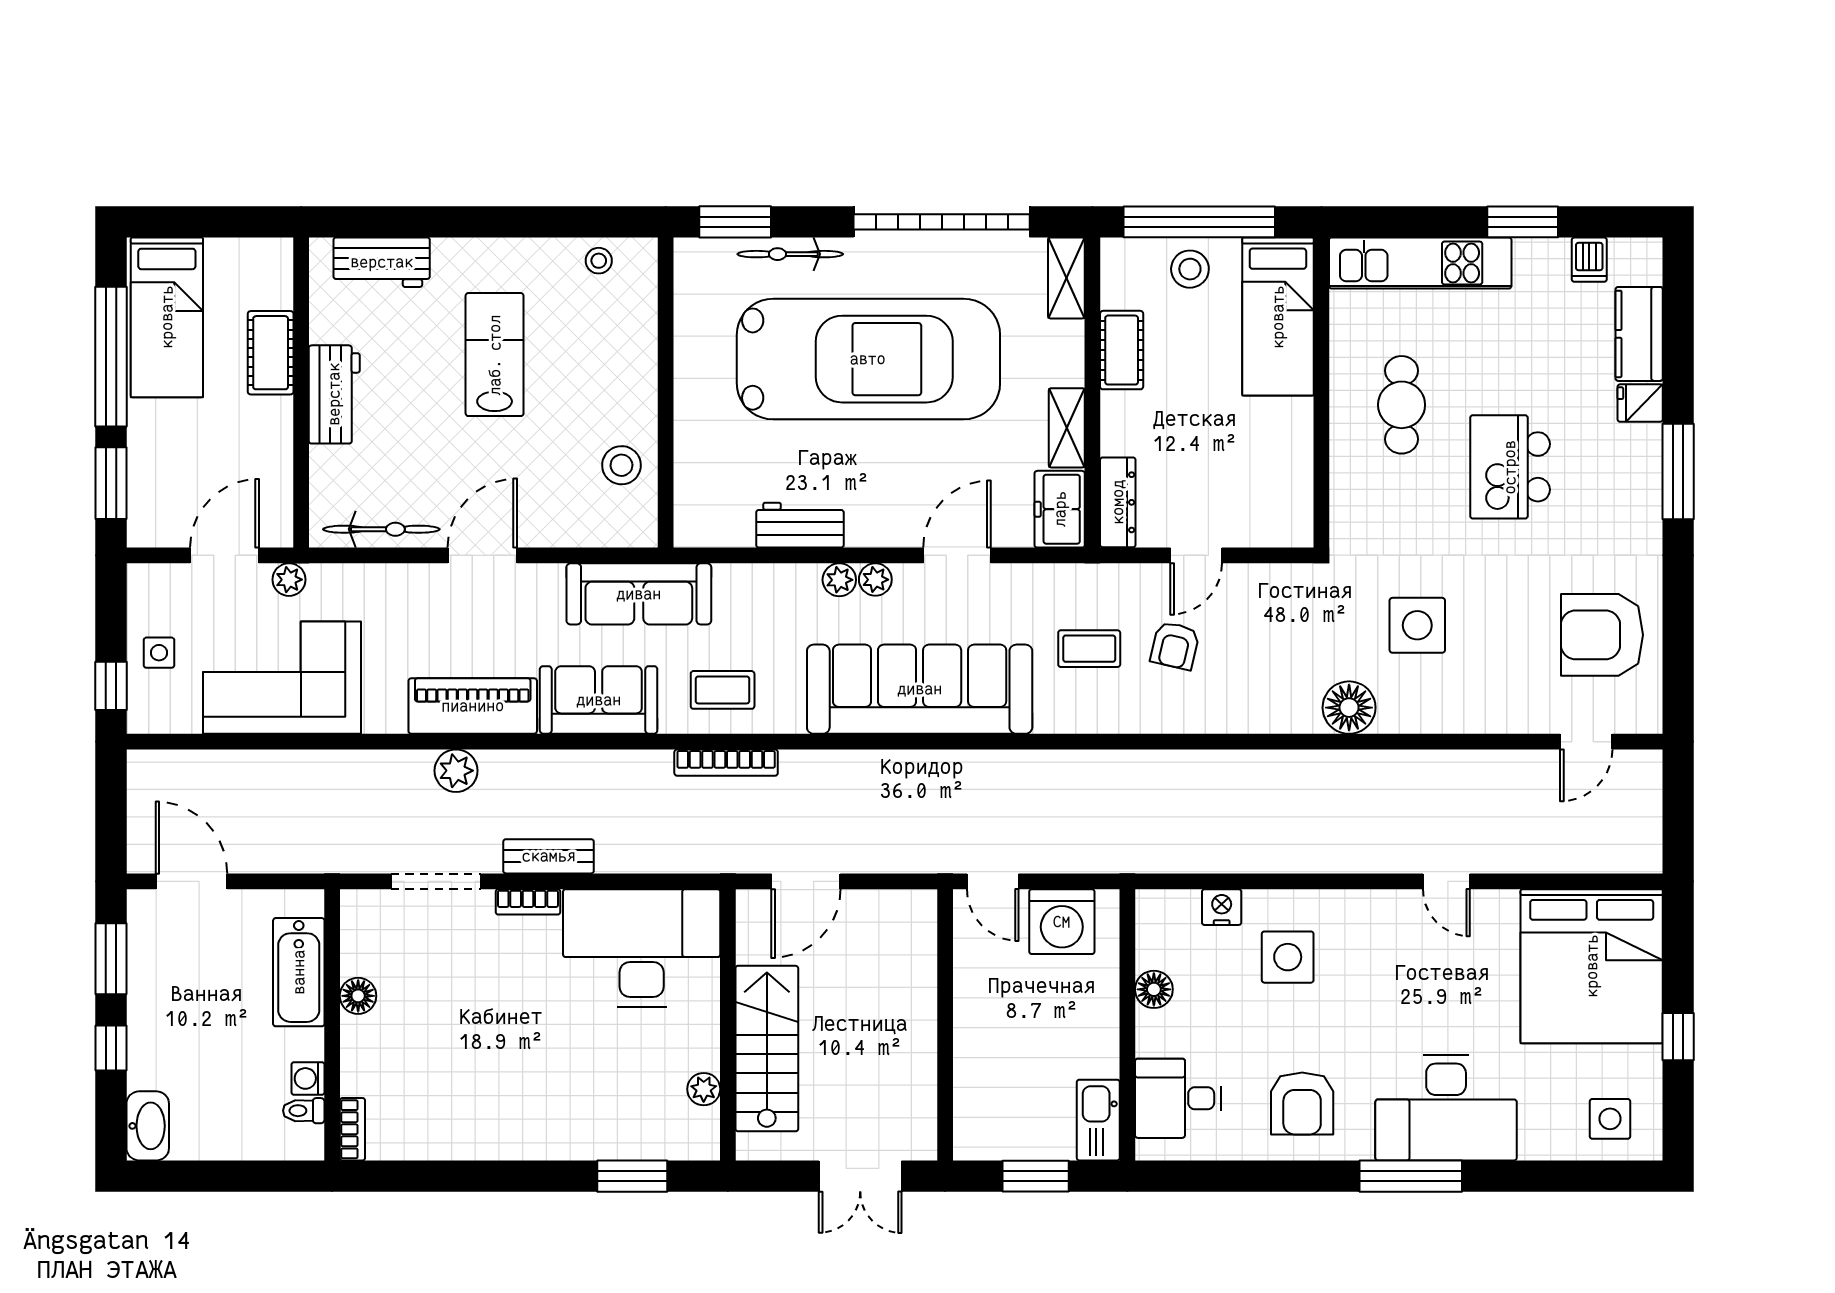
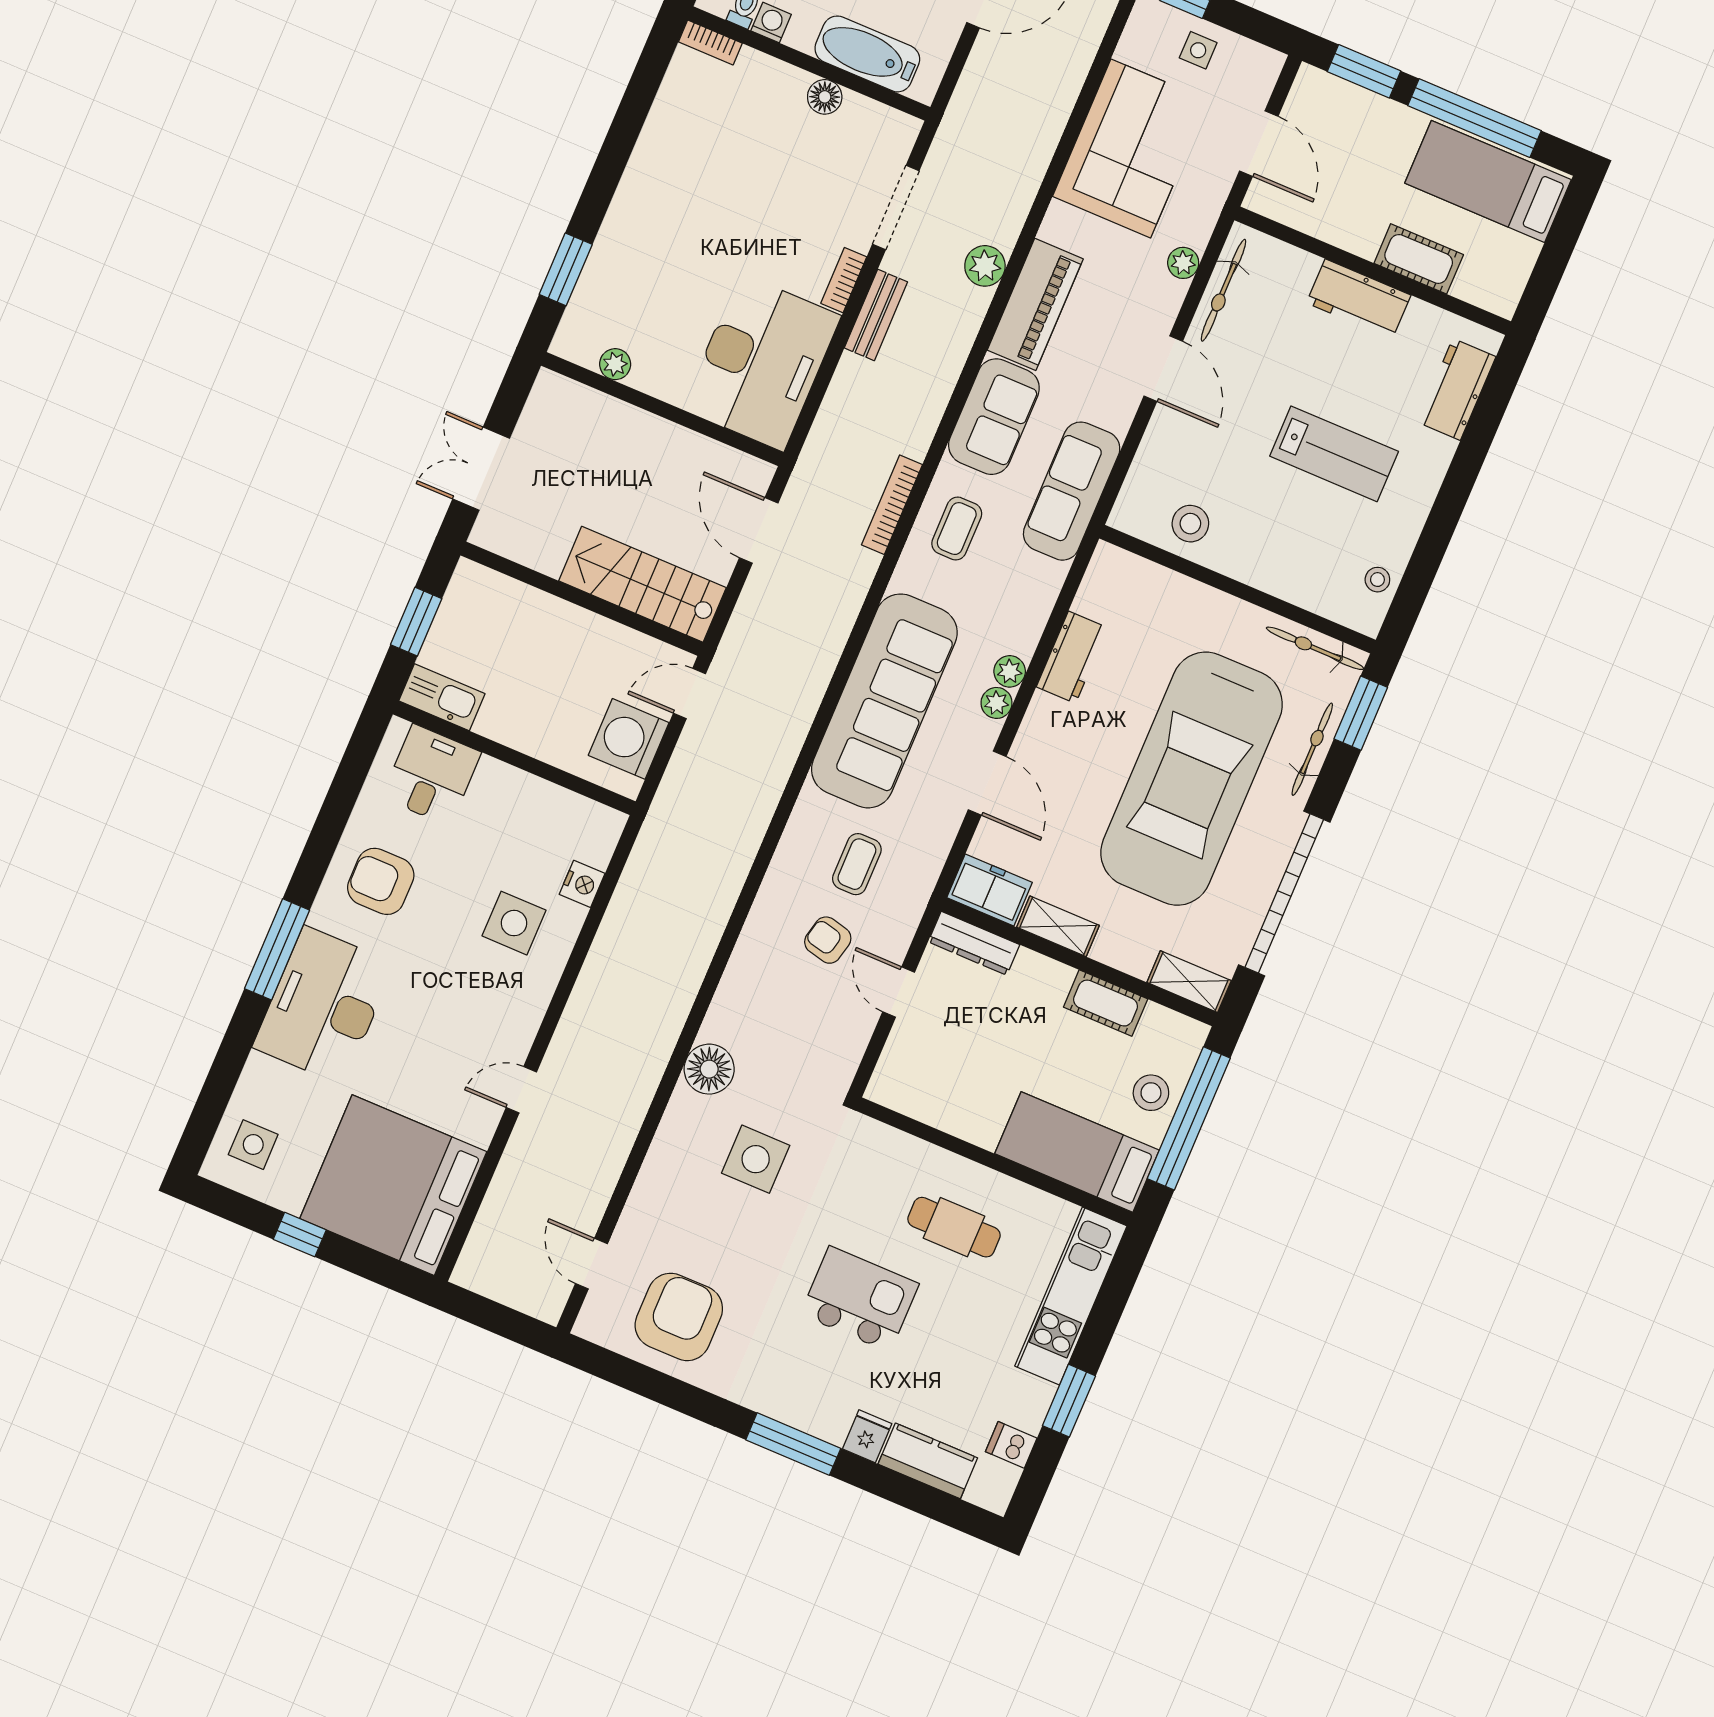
bicycle: (691, 293) -> (1315, 648), added
plant: (289, 580) -> (1183, 263), moved
floor lamp: (1154, 989) -> (535, 794), removed
stairs: (767, 1049) -> (642, 584), moved, turned 180

